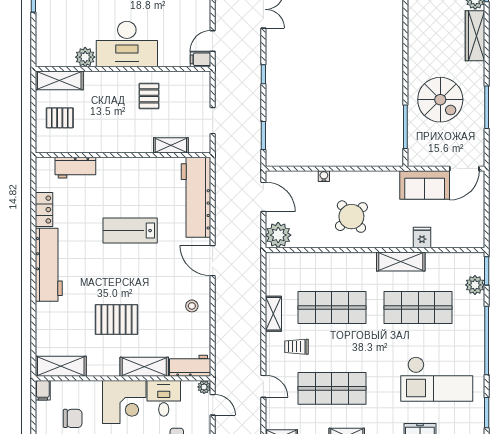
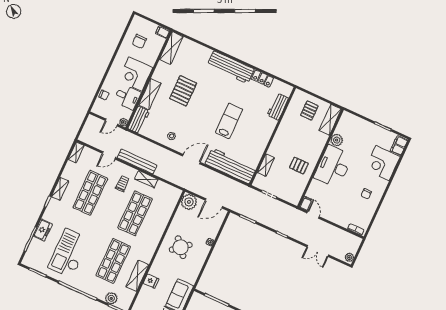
shelving: (401, 262) -> (137, 276), moved
bench: (253, 340) -> (137, 161), added

